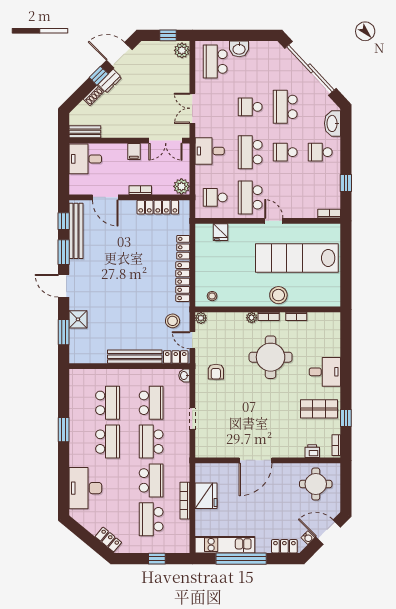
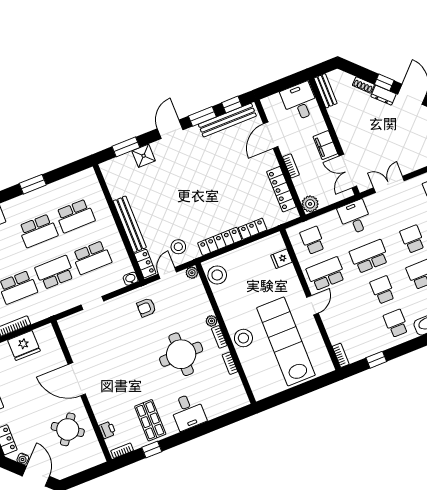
filing cabinet: (134, 152) -> (325, 145), width x2.00
stool: (212, 296) -> (217, 275), width x1.89, depth x1.89
round table: (316, 484) -> (68, 429), moved, turned 35

